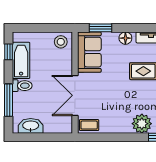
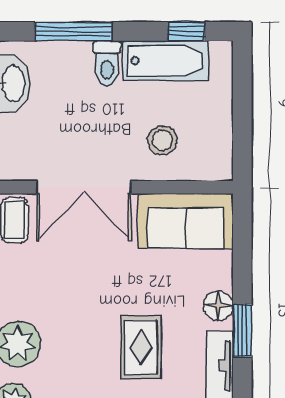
window: (101, 28) -> (242, 331), moved
stool: (61, 42) -> (162, 140), moved
double door: (75, 95) -> (84, 187), swing flipped

